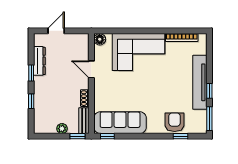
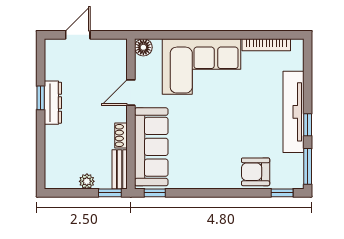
dresser: (39, 61) -> (53, 103), moved
door: (91, 69) -> (131, 93), hinge flipped
window: (31, 101) -> (41, 140), removed
armchair: (175, 122) -> (256, 172), turned -90
sofa: (120, 123) -> (151, 147), moved, turned 90
window: (181, 136) -> (282, 193), moved

